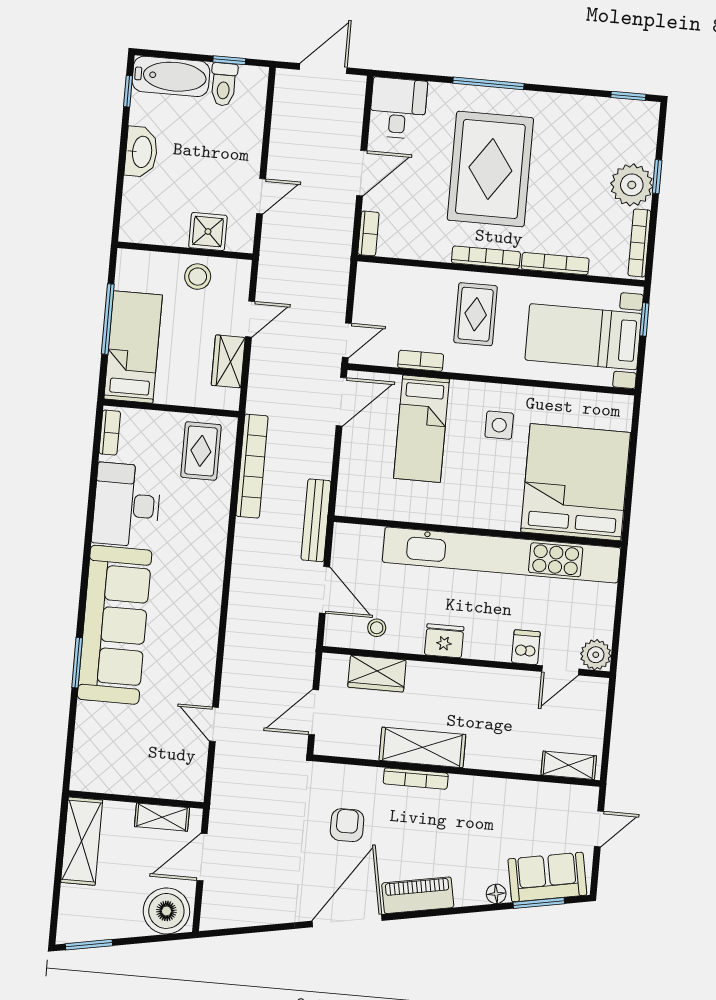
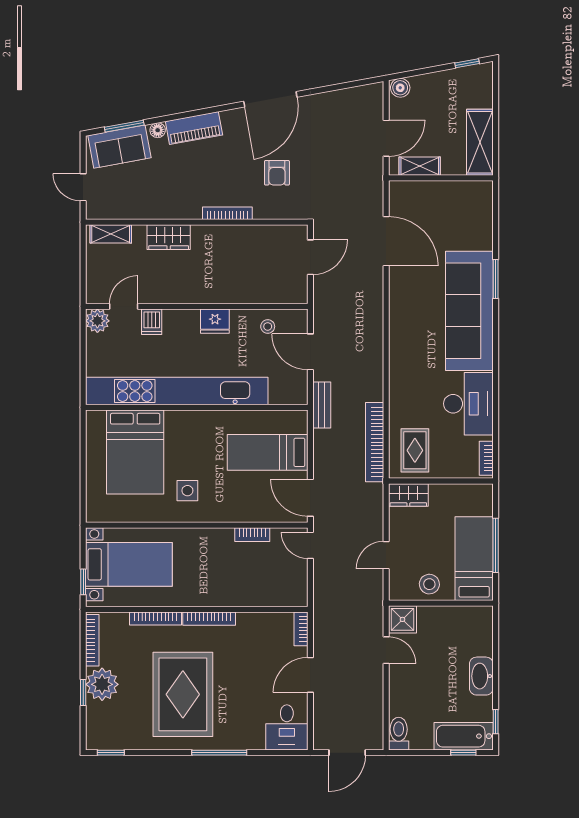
window: (229, 60) -> (463, 753), moved
toilet: (224, 84) -> (399, 734), moved
rug: (490, 169) -> (183, 694), moved
door: (261, 196) -> (386, 650), swing flipped
shower: (208, 232) -> (402, 619), moved
rug: (476, 314) -> (213, 574), removed
door: (347, 340) -> (310, 545), hinge flipped
bed: (133, 347) -> (474, 559), moved, turned 180
wardrobe: (228, 361) -> (408, 495), moved, turned 90
door: (341, 402) -> (310, 498), hinge flipped
bed: (422, 429) -> (268, 452), moved, turned -90
bed: (576, 482) -> (135, 452), width x0.73
bench: (316, 520) -> (322, 405), width x0.73
wardrobe: (377, 674) -> (169, 237), moved, turned 180
door: (214, 724) -> (386, 241), width x1.87
shelving: (422, 747) -> (224, 238), removed
door: (599, 829) -> (83, 187), hinge flipped
piano: (418, 895) -> (194, 128), moved
boiler: (166, 911) -> (400, 88), width x0.54, depth x0.54
window: (89, 945) -> (467, 63), width x0.67

